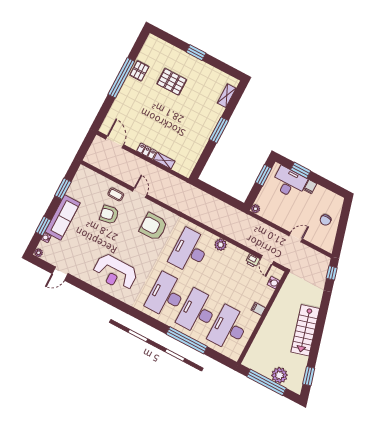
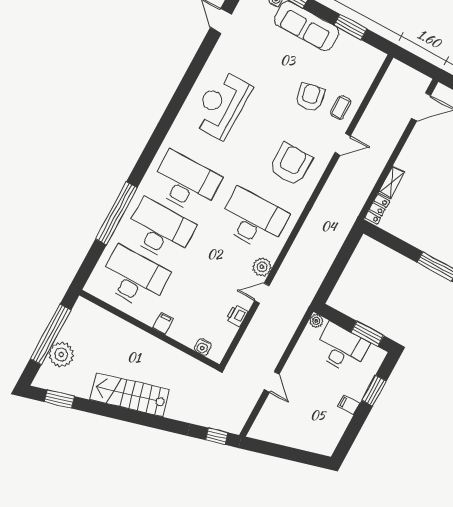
locker: (147, 151) -> (377, 209), moved
desk: (289, 183) -> (341, 348), moved, turned -90
chair: (326, 220) -> (298, 428), removed
door: (267, 260) -> (262, 293), moved

